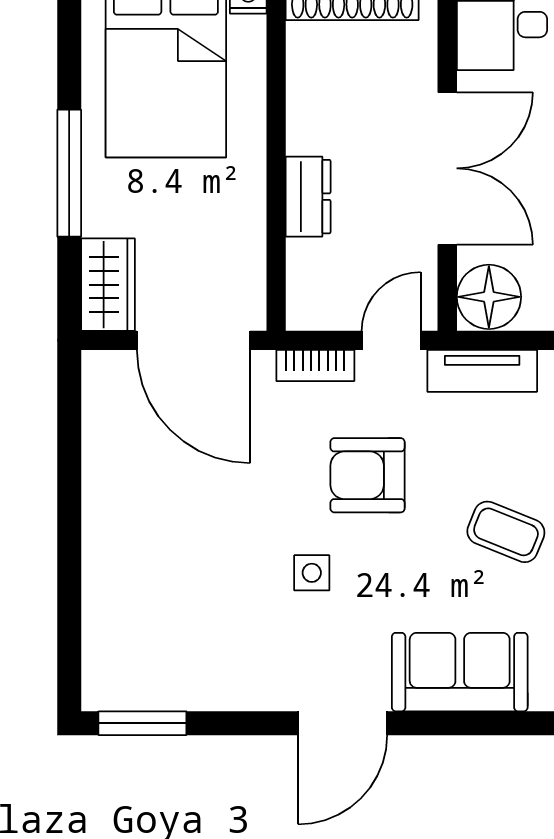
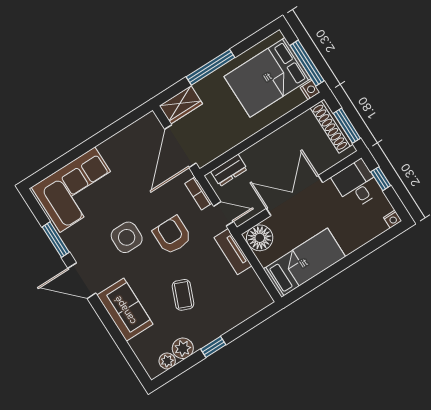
double door: (447, 168) -> (295, 196), swing flipped
dresser: (308, 197) -> (229, 170), moved
side table: (312, 573) -> (127, 237), width x1.87, depth x1.87
corner sofa: (147, 612) -> (77, 190), added
window: (142, 723) -> (56, 240), moved

